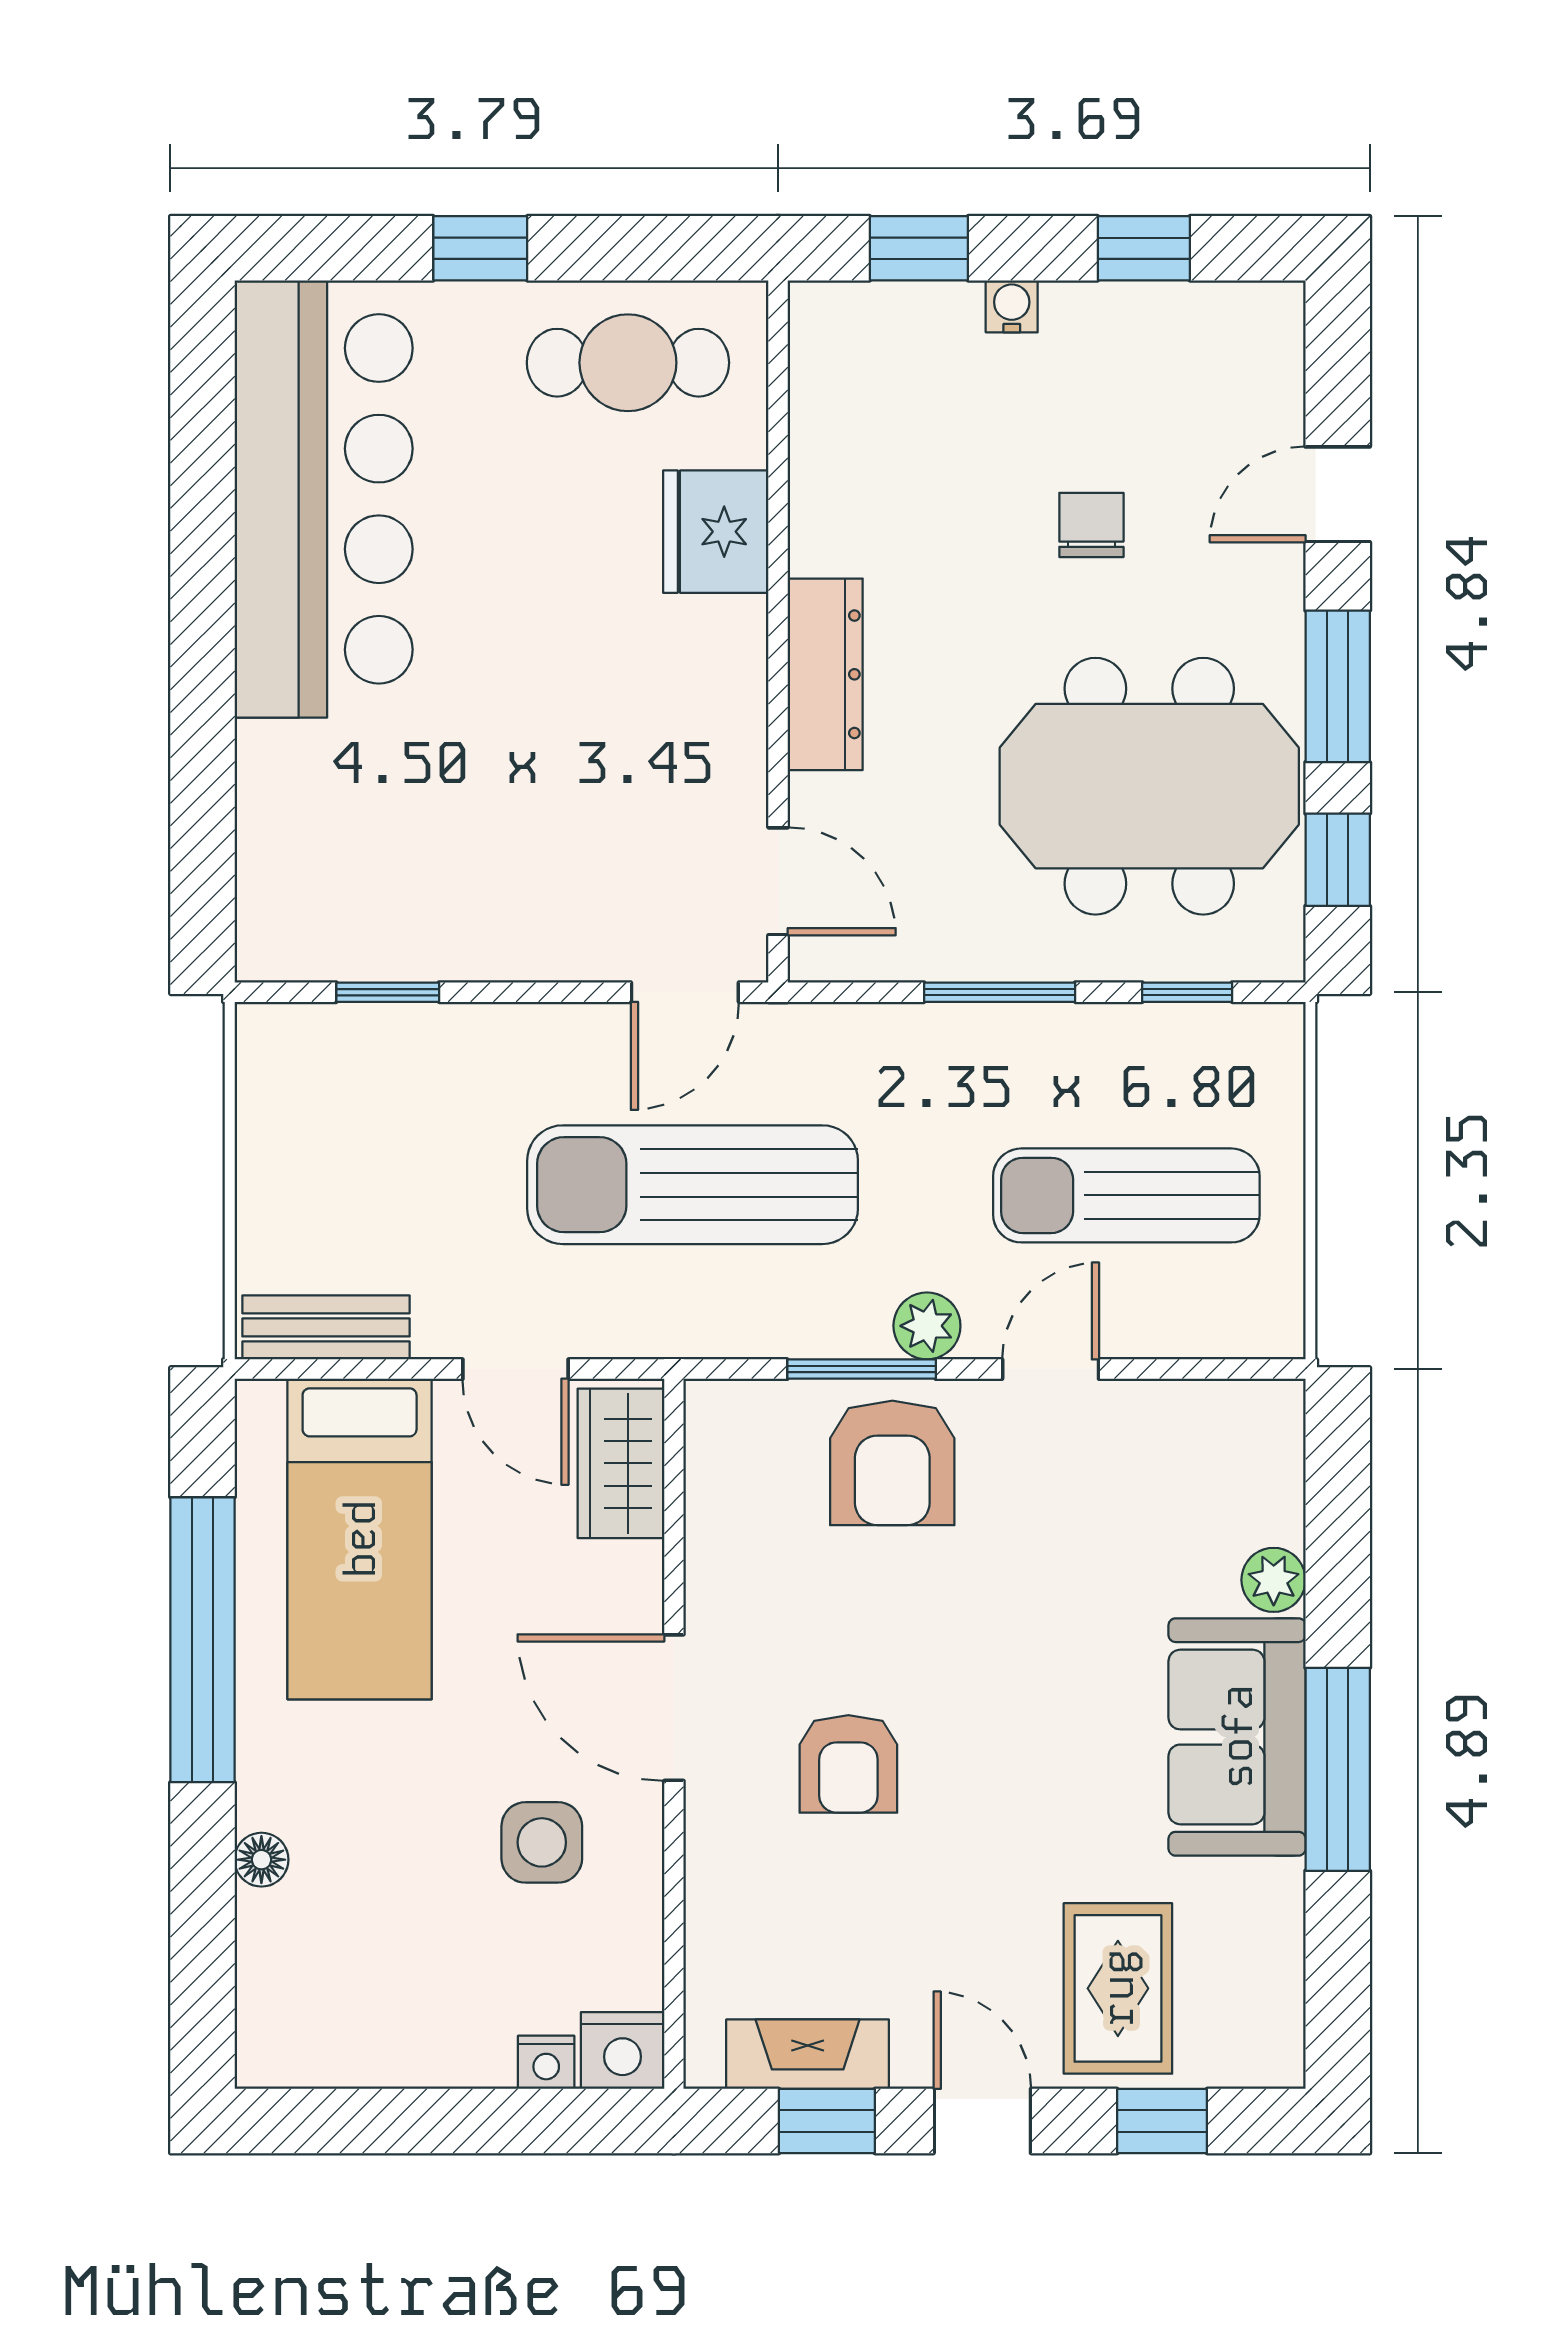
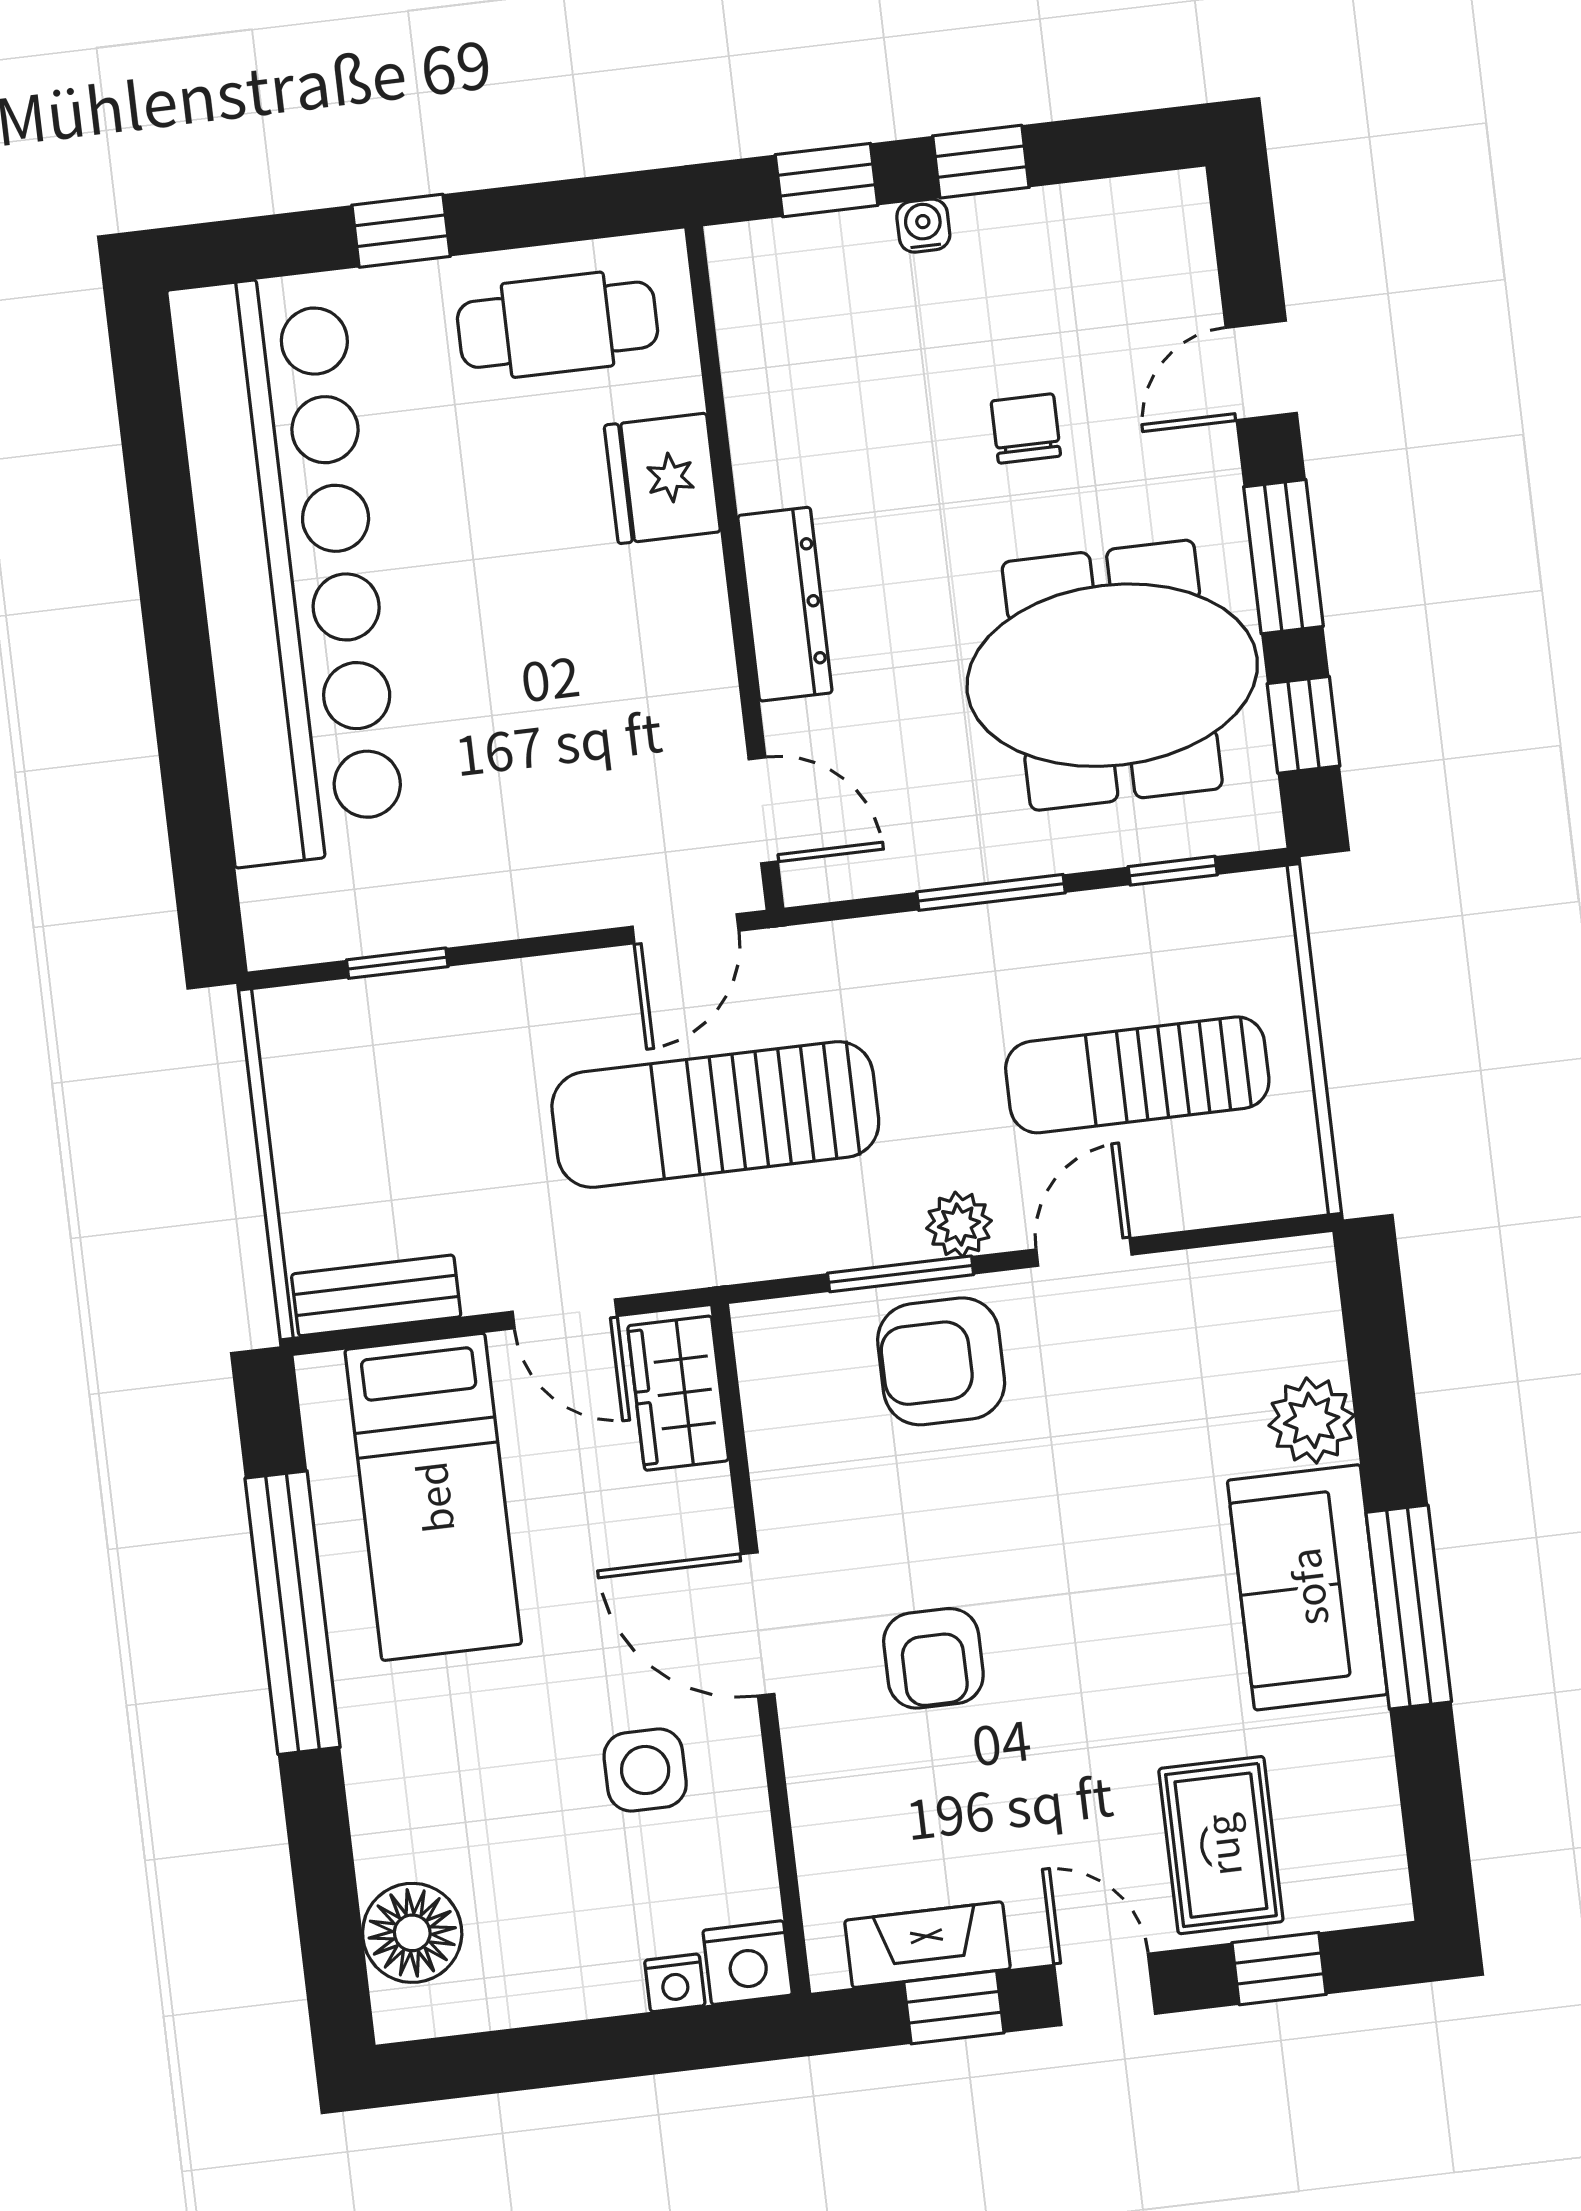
window: (1144, 248) -> (981, 162), moved
bar counter: (324, 499) -> (287, 569), width x1.36
armchair: (892, 1463) -> (941, 1361), turned 90
plant: (1274, 1580) -> (1312, 1420), width x1.38, depth x1.38
floor lamp: (261, 1860) -> (412, 1933), moved, width x1.89, depth x1.89

